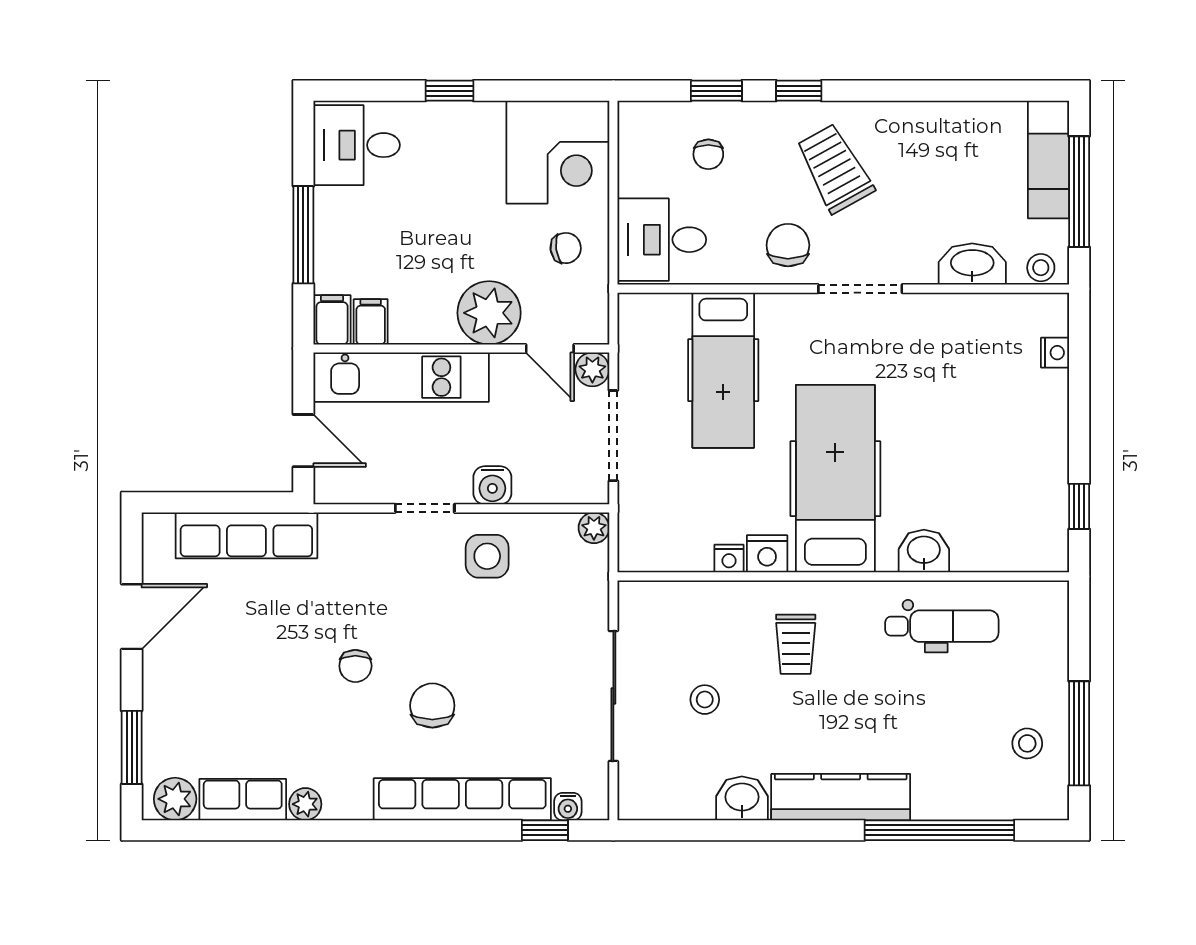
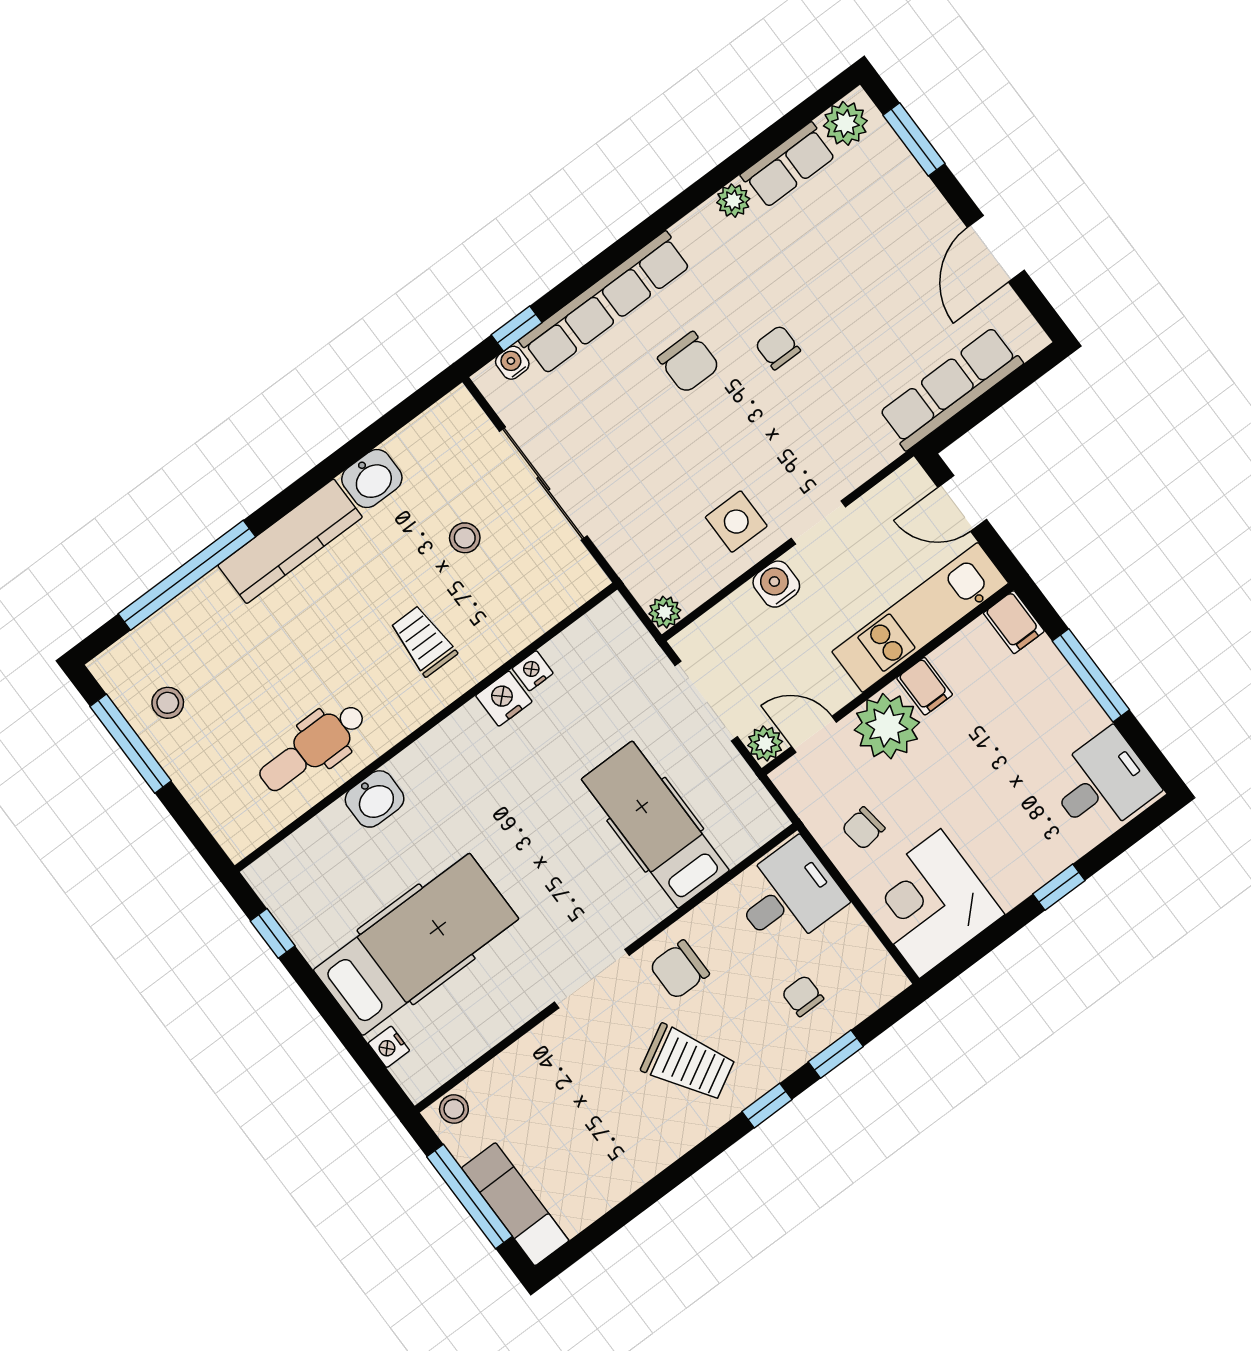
chair: (788, 245) -> (679, 970), turned 90
washbasin: (972, 264) -> (513, 1069), removed
filing cabinet: (371, 322) -> (925, 686), moved
hospital bed: (835, 479) -> (416, 944), moved, turned -90

